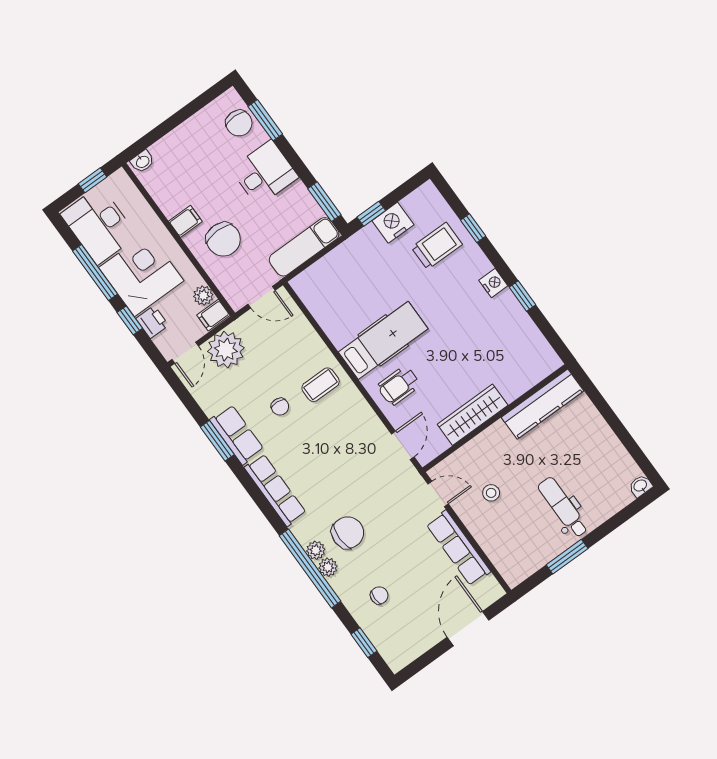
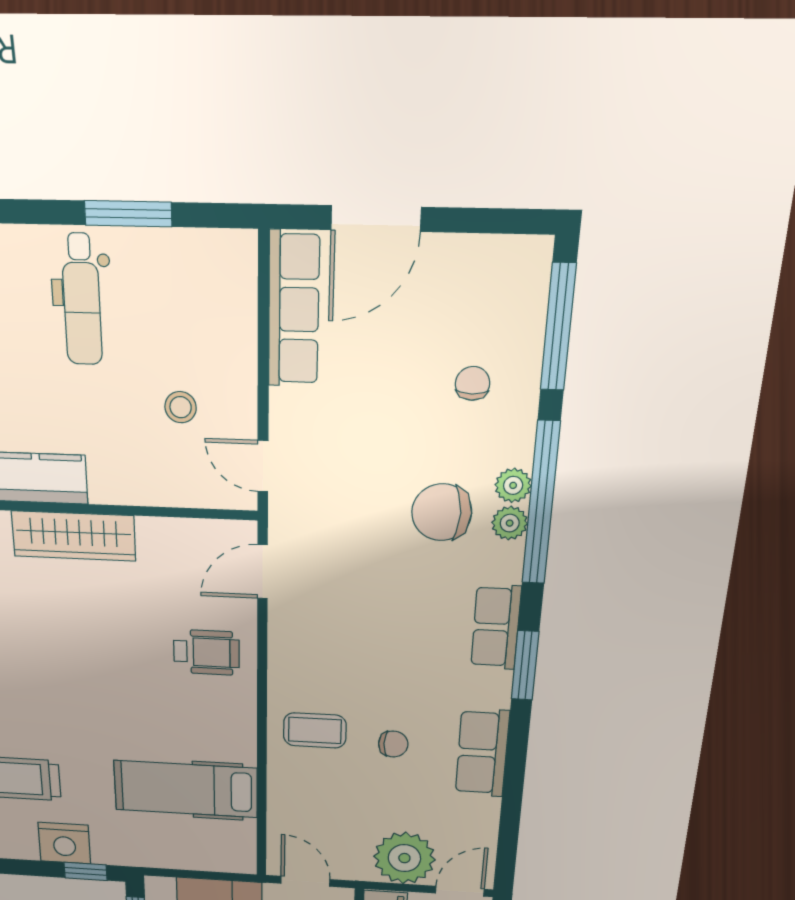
hospital bed: (383, 340) -> (186, 789), moved
chair: (280, 407) -> (393, 744), turned 85
wardrobe: (473, 415) -> (74, 536), moved
window: (217, 441) -> (525, 666), moved
row of seats: (275, 490) -> (496, 627), width x0.68
row of seats: (458, 548) -> (294, 309), moved
chair: (379, 595) -> (473, 383), turned 90
window: (364, 643) -> (558, 327), width x2.17

